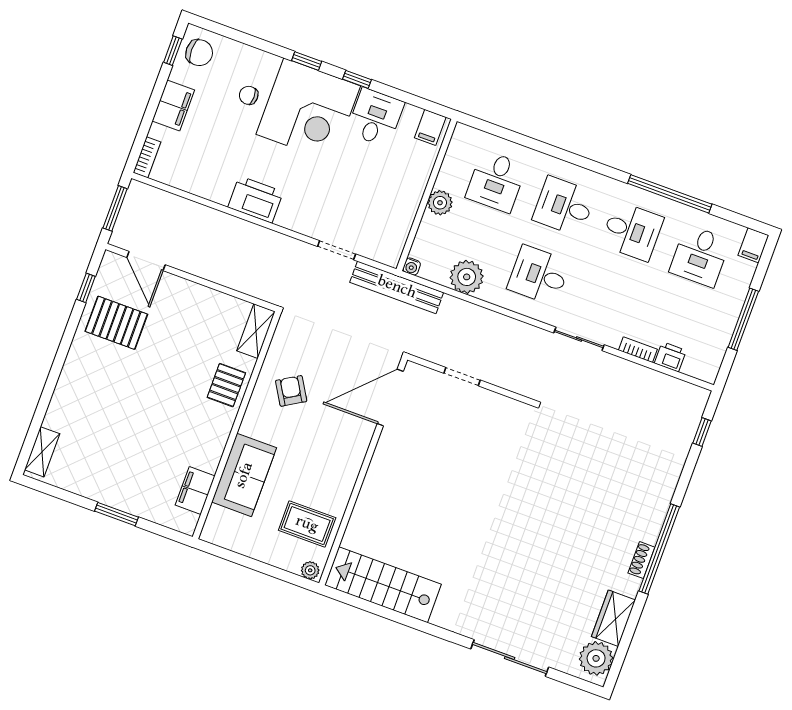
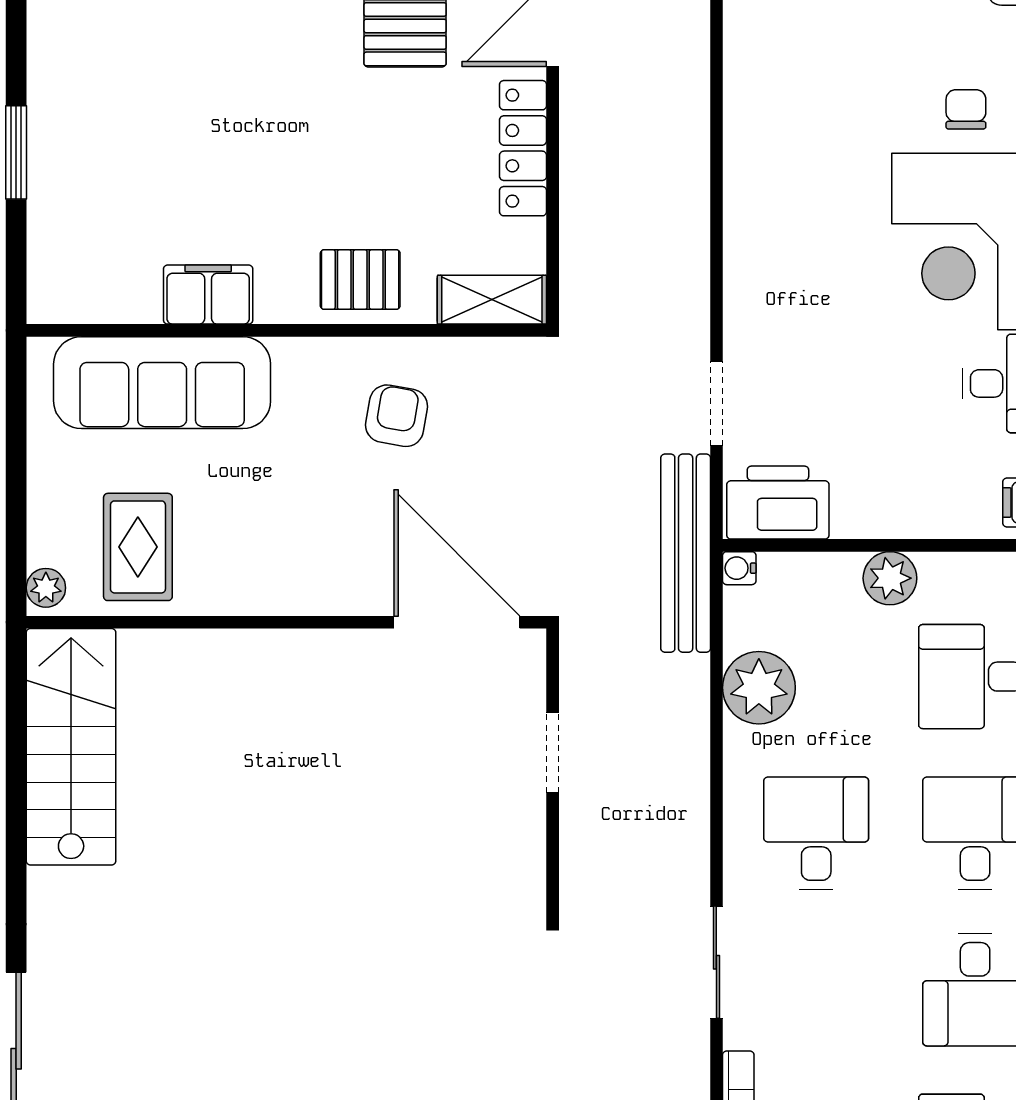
printer: (255, 199) -> (778, 503), moved, turned -90
locker: (195, 294) -> (523, 148), added
armchair: (291, 391) -> (397, 416), turned -49
sofa: (244, 475) -> (162, 383), width x1.36
filing cabinet: (195, 490) -> (208, 295), moved

